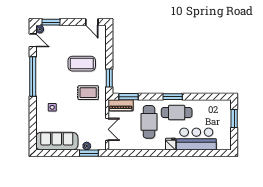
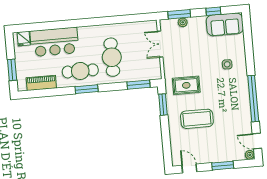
window: (51, 22) -> (223, 166), moved
piano: (121, 105) -> (41, 83), moved
sofa: (57, 141) -> (225, 24), width x0.73
fridge: (171, 144) -> (24, 39), moved
window: (60, 153) -> (213, 11), added

